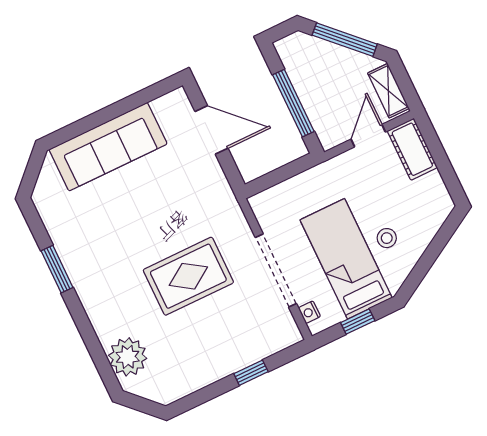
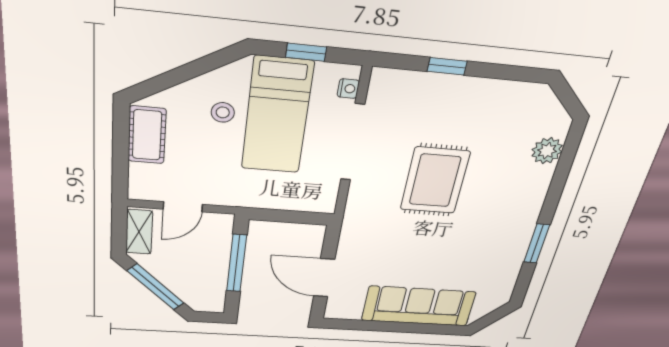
cot: (412, 149) -> (147, 135), moved
rug: (188, 276) -> (435, 181), turned 90
plant: (128, 357) -> (547, 151), width x0.73, depth x0.73

